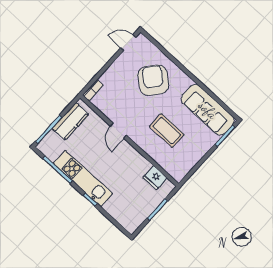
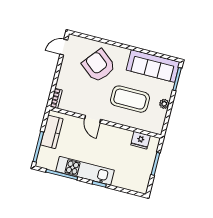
coffee table: (167, 131) -> (130, 99), width x1.36, depth x1.32
plant: (199, 154) -> (164, 104), added

